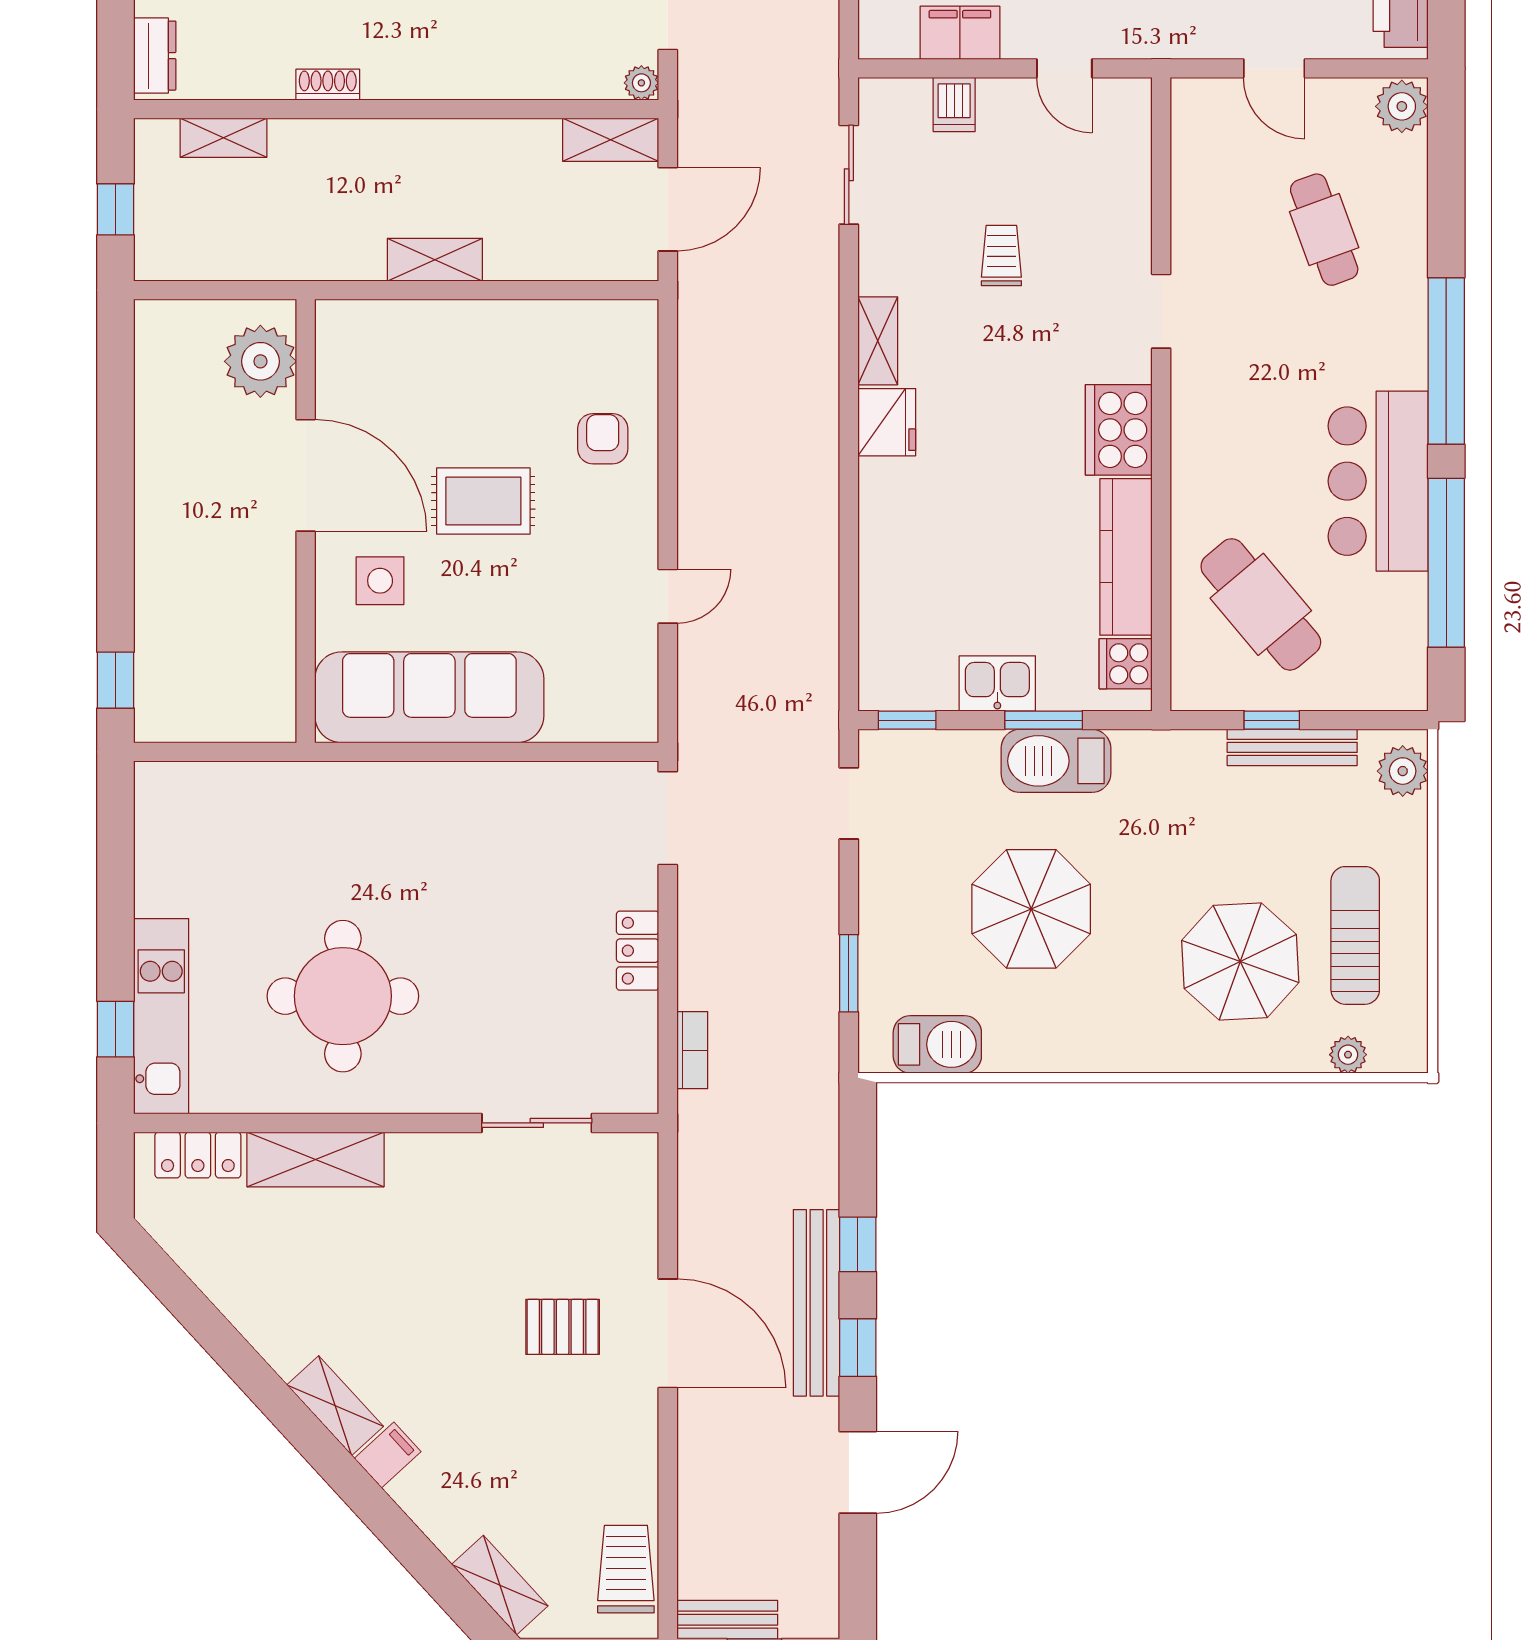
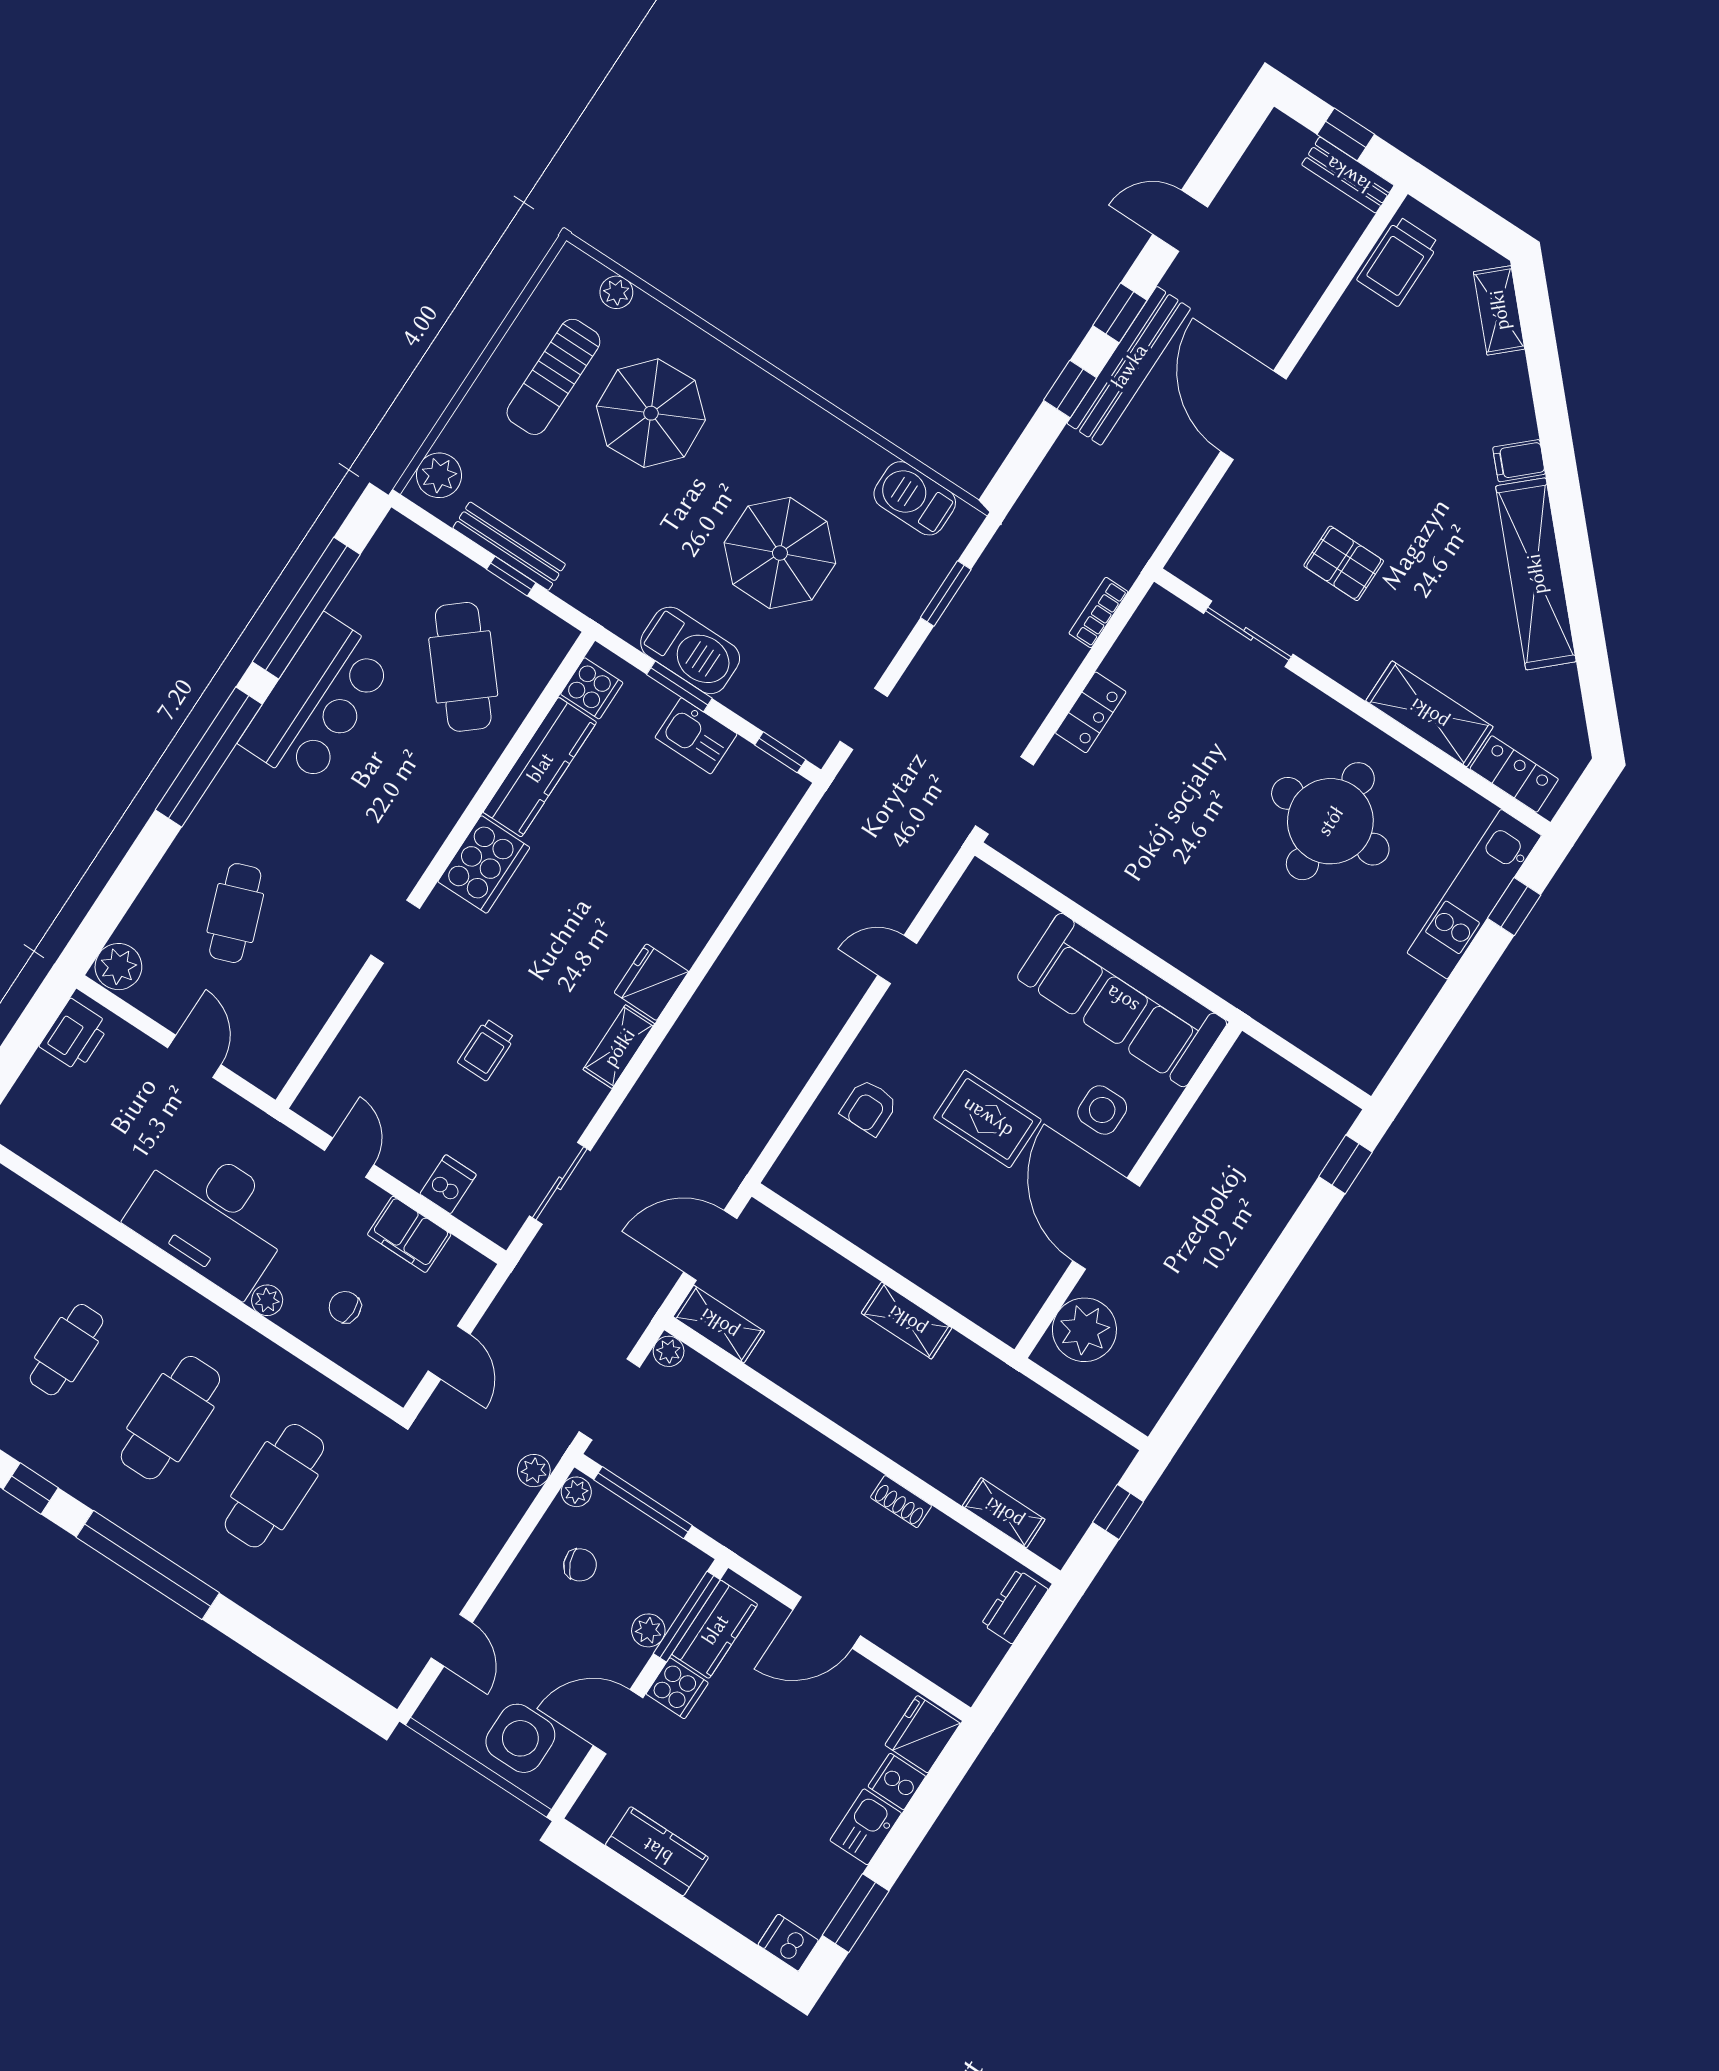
pallet: (563, 1327) -> (1344, 563), moved
shelving: (335, 1406) -> (1536, 574), width x2.20, depth x1.33
door: (858, 1472) -> (1180, 221), width x0.73

